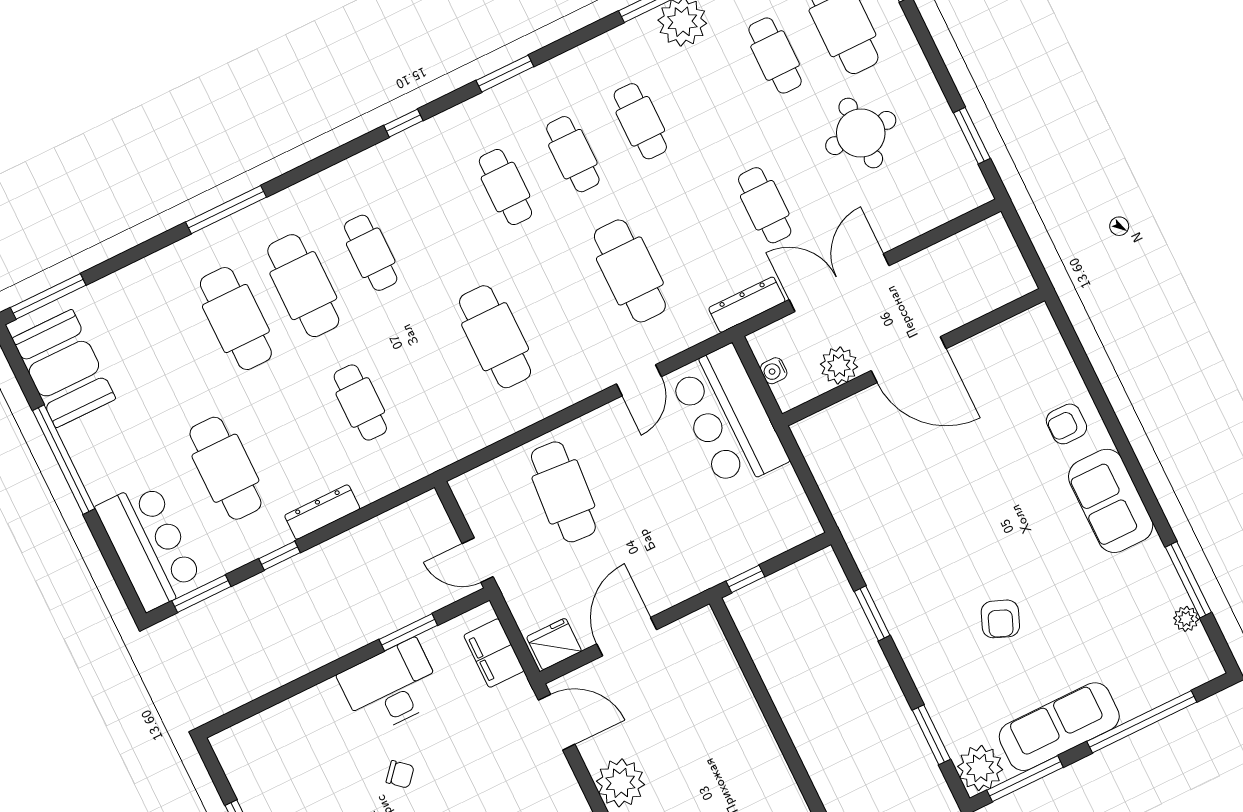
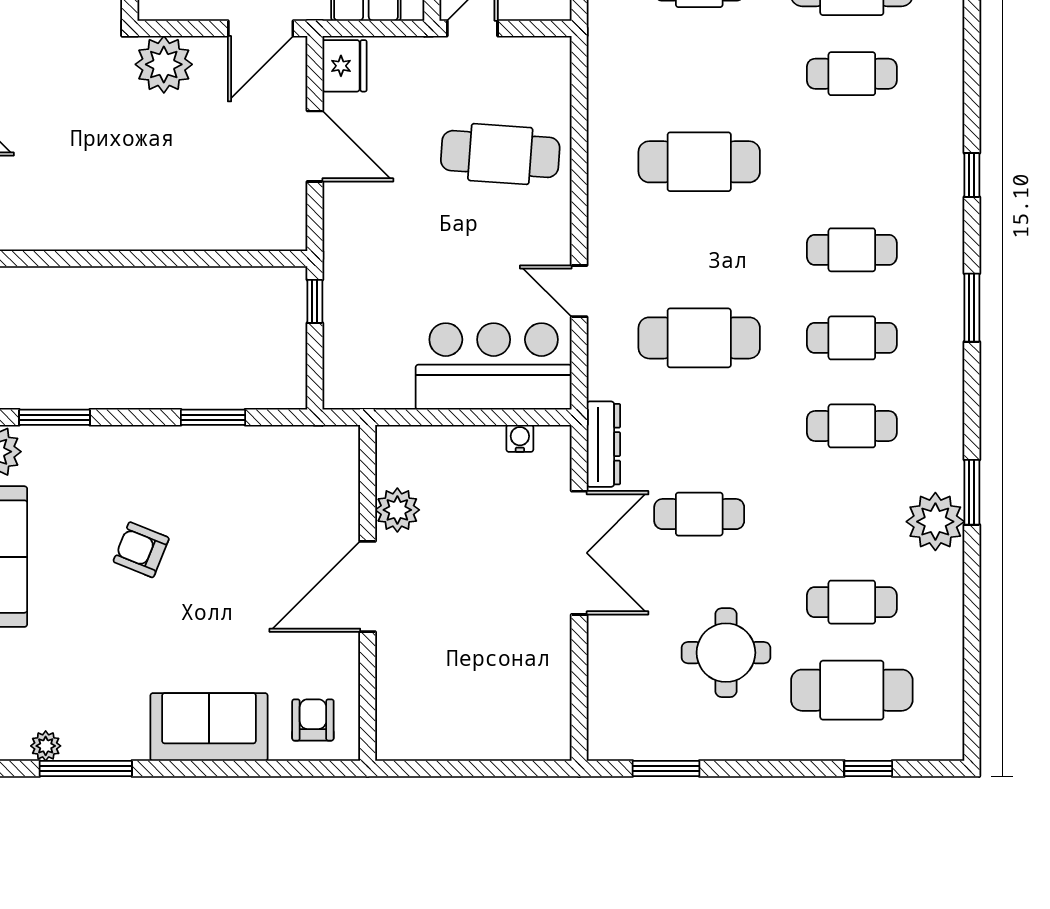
wall: (914, 357) -> (368, 593), moved
door: (909, 360) -> (368, 587), moved
plant: (839, 366) -> (397, 510), moved

